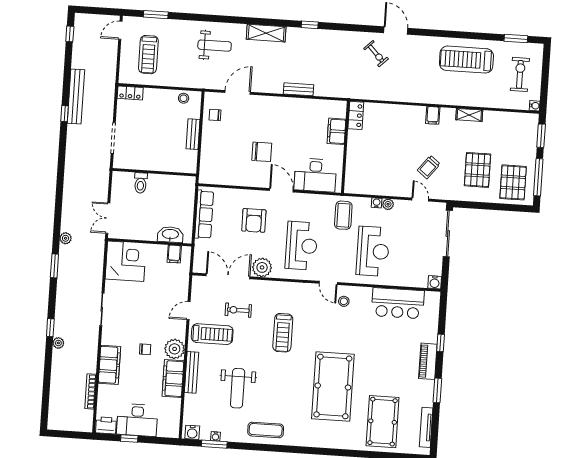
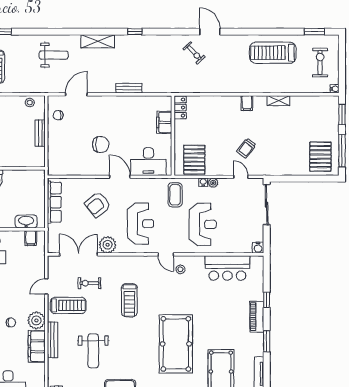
pallet: (477, 170) -> (194, 160), moved
armchair: (254, 220) -> (98, 204), turned 51

